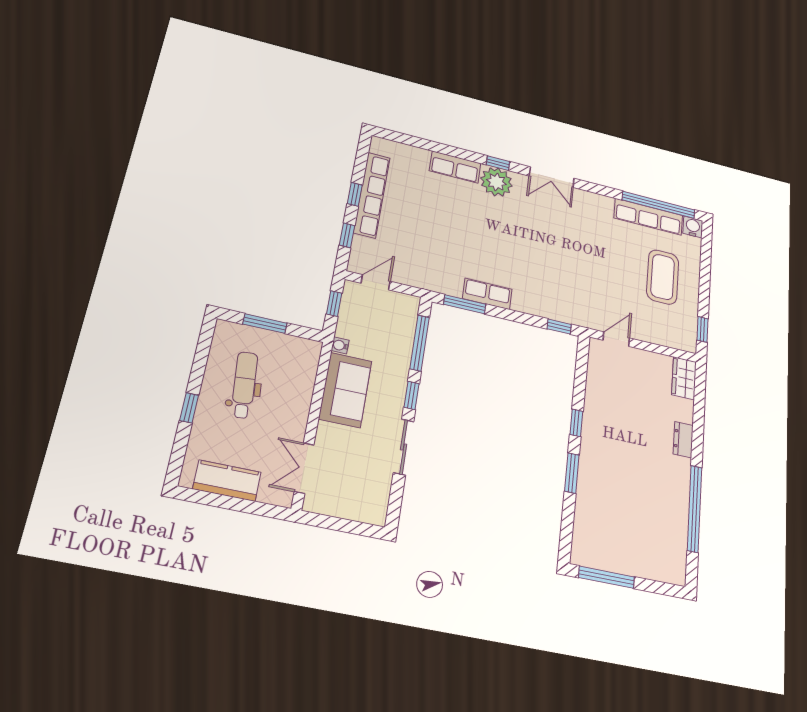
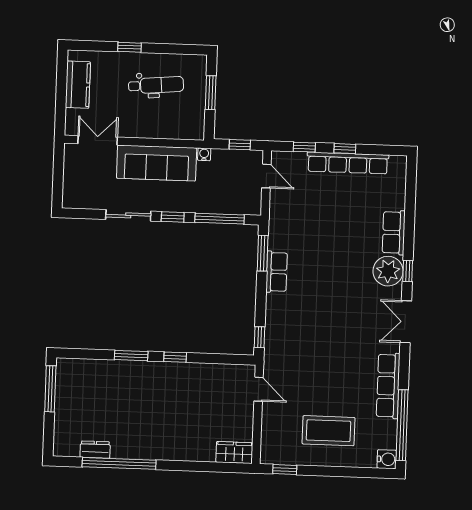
row of seats: (648, 217) -> (388, 386), moved
sofa: (345, 390) -> (157, 163), width x1.36
dresser: (683, 440) -> (95, 450), moved

